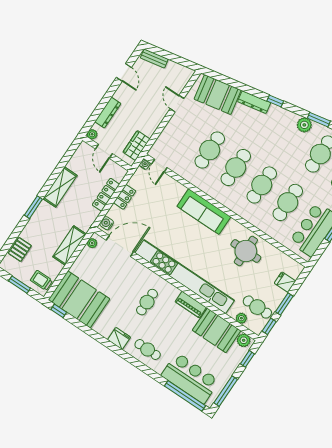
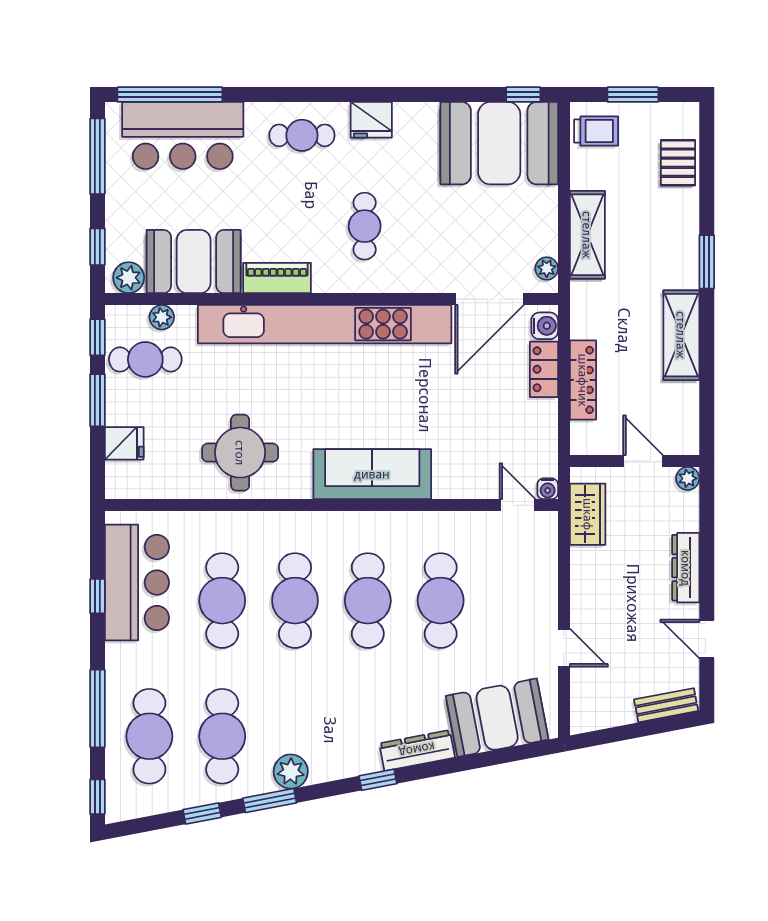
dresser: (108, 113) -> (686, 568), moved
locker: (125, 197) -> (544, 369), moved

